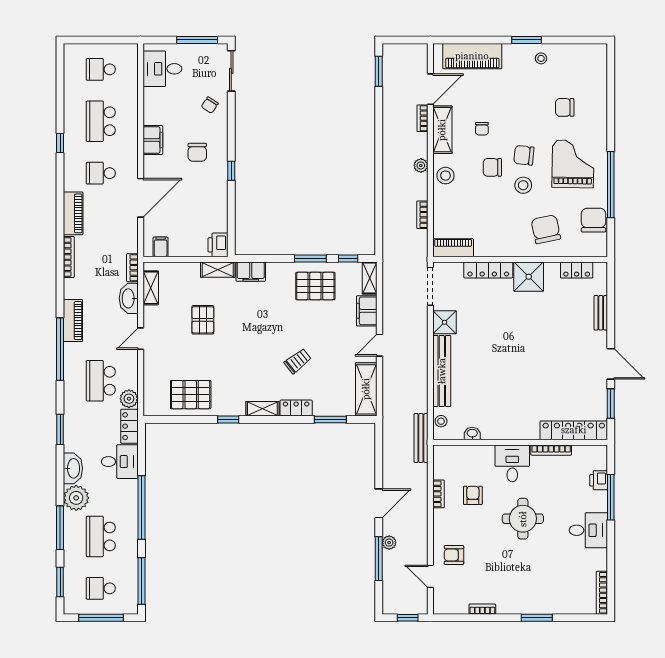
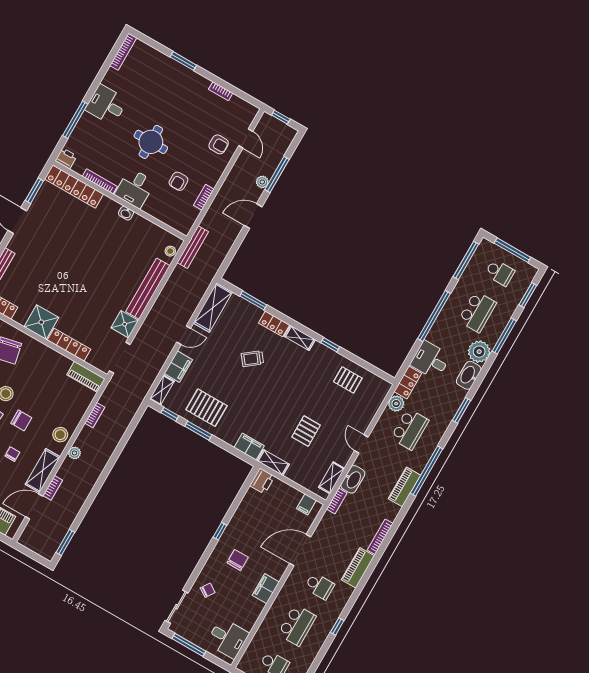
door: (141, 339) -> (361, 444), swing flipped
pallet: (191, 395) -> (348, 380), width x0.67, depth x0.71
washbasin: (472, 434) -> (126, 213), moved
printer: (599, 480) -> (66, 158), moved, turned -90

